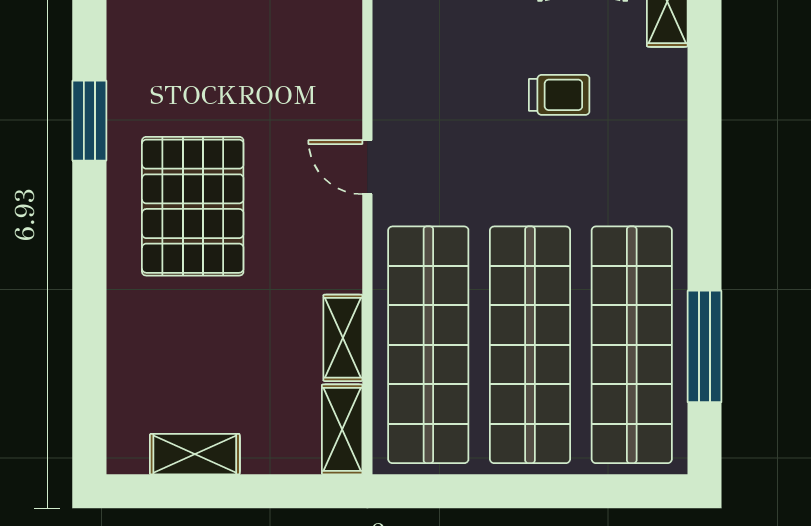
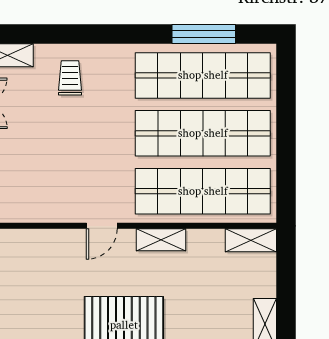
trolley: (559, 95) -> (70, 78), moved
shelving: (343, 338) -> (161, 240), moved

